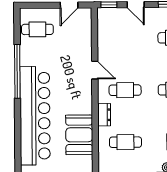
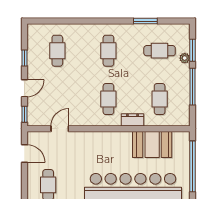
door: (95, 70) -> (60, 129), moved

